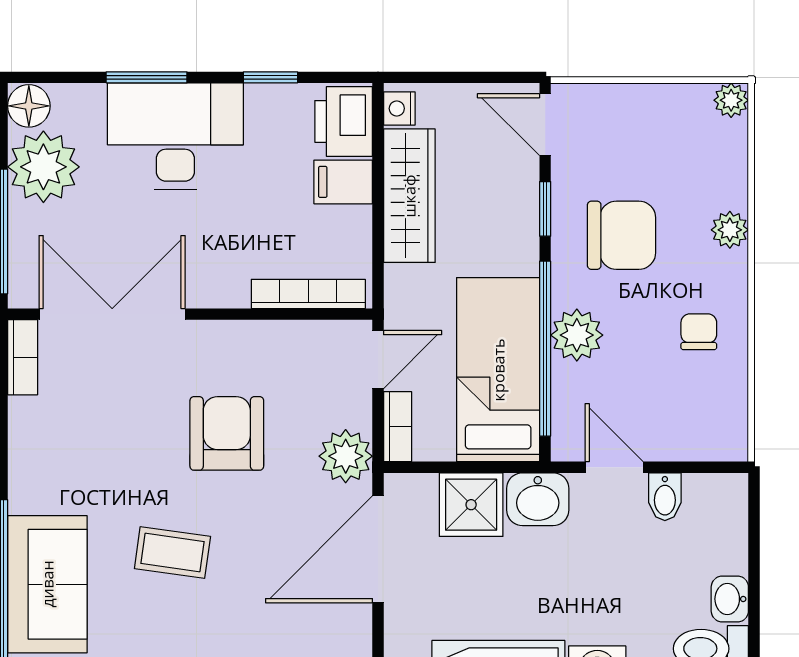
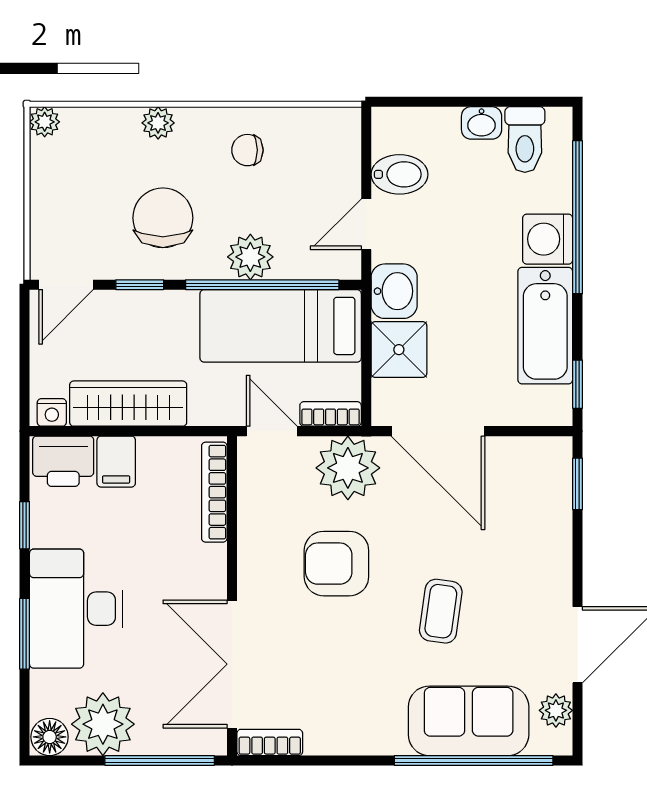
plant: (346, 456) -> (348, 468), width x1.36, depth x1.36
bidet: (665, 497) -> (399, 174), width x1.38, depth x1.36

